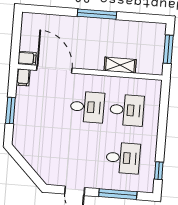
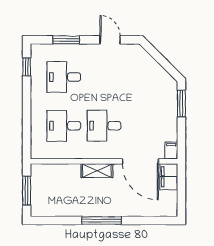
filing cabinet: (27, 58) -> (169, 177), width x2.00
shelving: (120, 65) -> (97, 171), moved
window: (10, 111) -> (181, 104), moved
window: (118, 194) -> (66, 40), width x0.69

